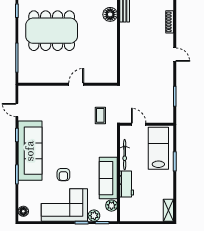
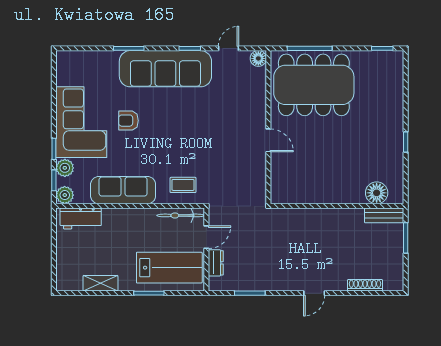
dining table: (52, 31) -> (314, 85), moved, turned 90
coffee table: (100, 115) -> (183, 185), moved
dresser: (155, 118) -> (216, 263), added
bicycle: (125, 155) -> (181, 215), moved
workbench: (127, 184) -> (81, 219), moved
plant: (111, 206) -> (65, 195), moved
shelving: (168, 210) -> (100, 283), moved
floor lamp: (23, 211) -> (258, 58), moved

